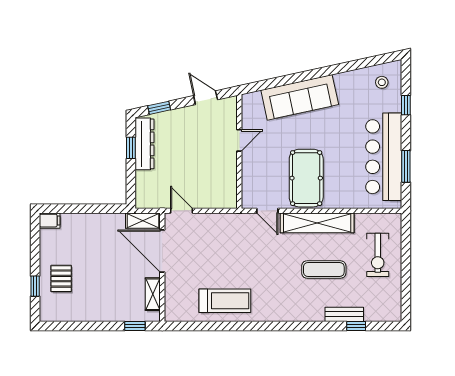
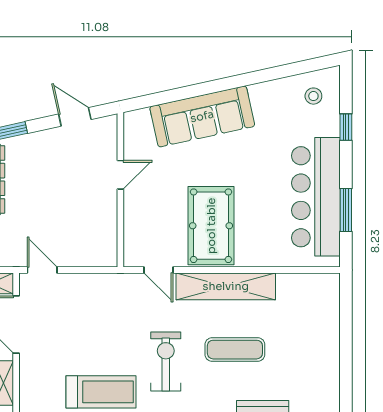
exercise bike: (378, 255) -> (166, 361), moved, turned 180

